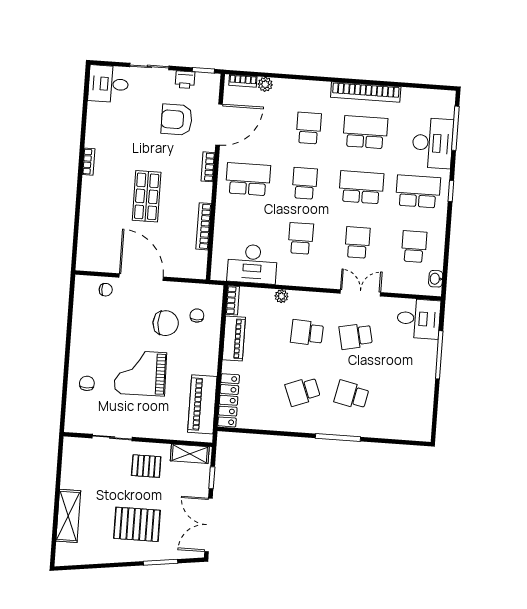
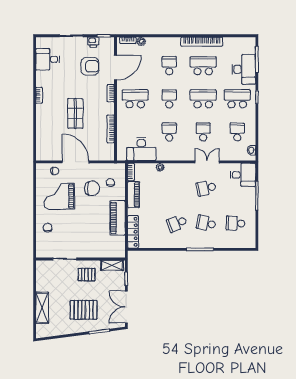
desk: (108, 84) -> (48, 59), moved
armchair: (177, 120) -> (90, 66), turned 180
school desk: (307, 333) -> (235, 223), moved
grand piano: (140, 373) -> (59, 196), moved
piano: (202, 404) -> (117, 218), moved

